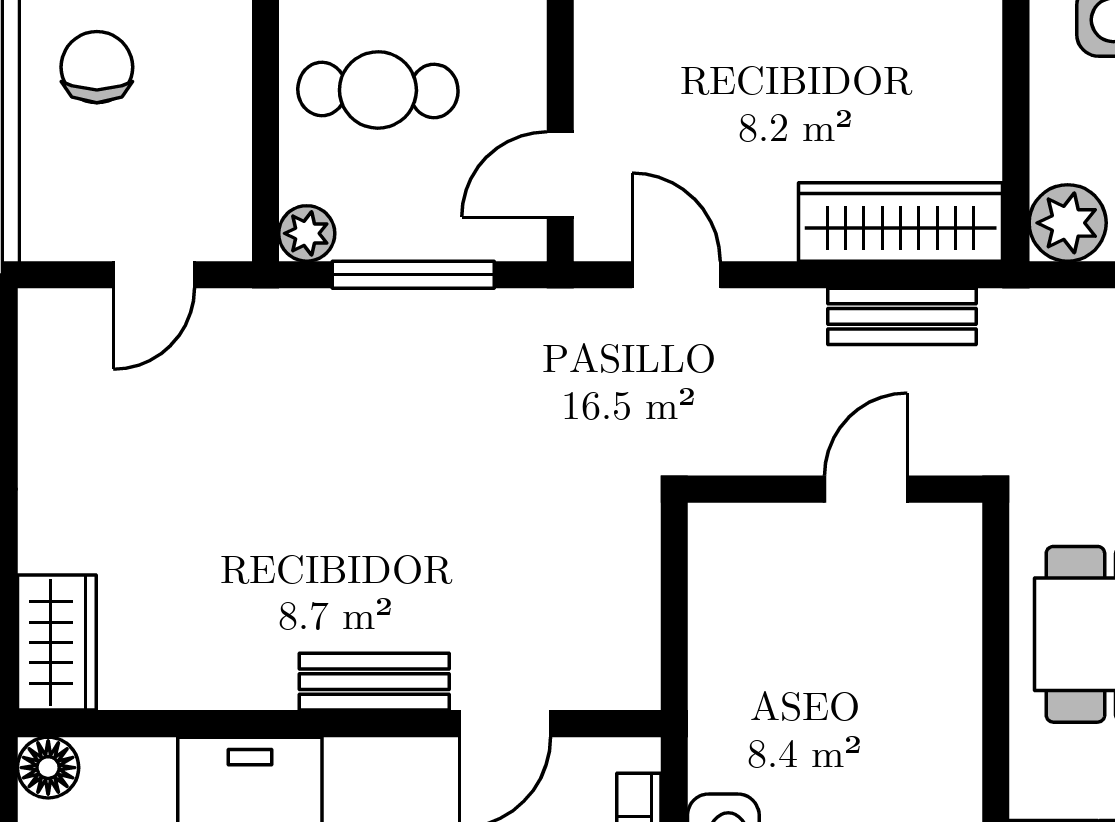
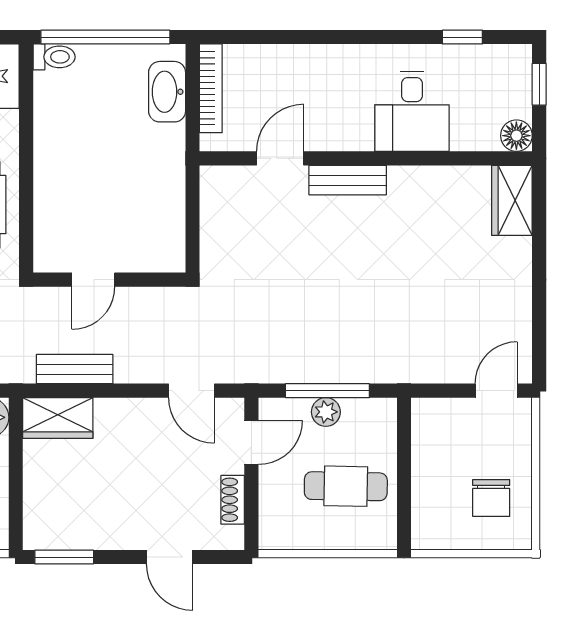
shoe rack: (596, 64) -> (233, 500), added
wardrobe: (901, 222) -> (58, 418), width x0.67
plant: (307, 233) -> (326, 412), moved
door: (154, 275) -> (496, 391), moved

